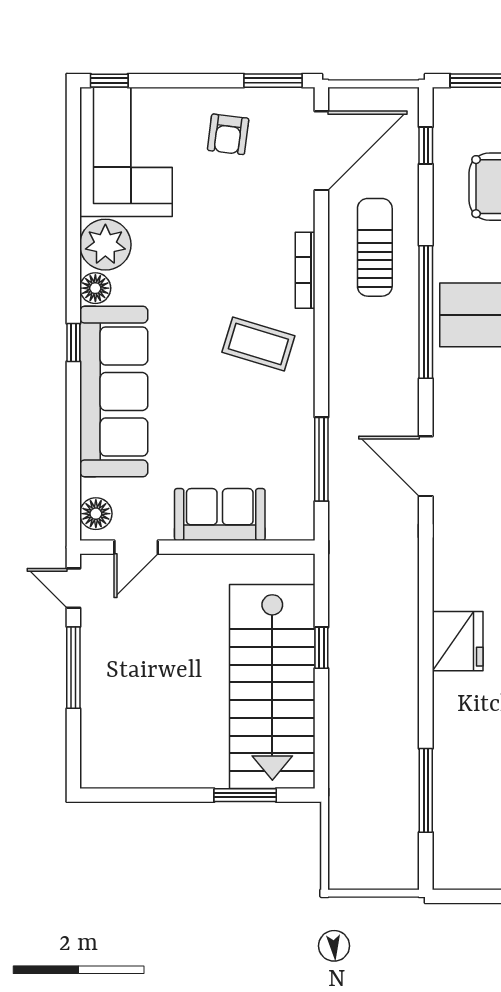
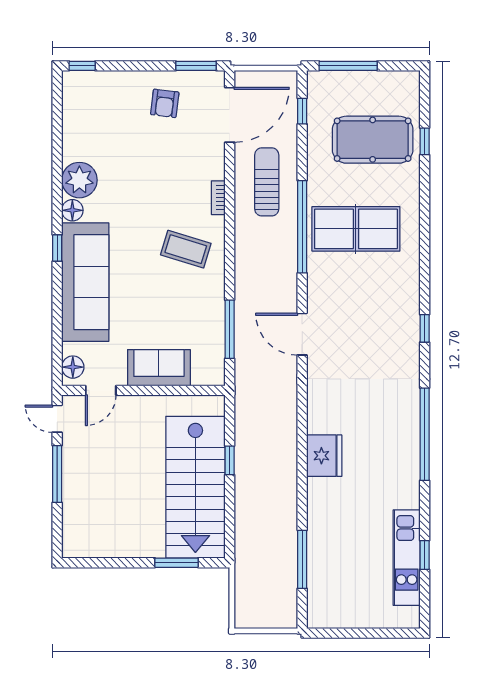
corner sofa: (126, 152) -> (94, 115), removed
bookcase: (305, 270) -> (218, 198), width x0.64

